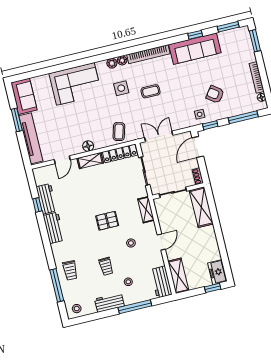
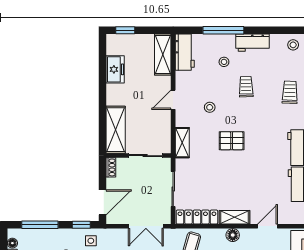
freezer: (217, 272) -> (115, 69), moved

